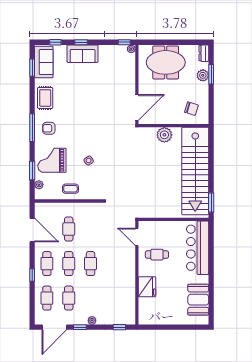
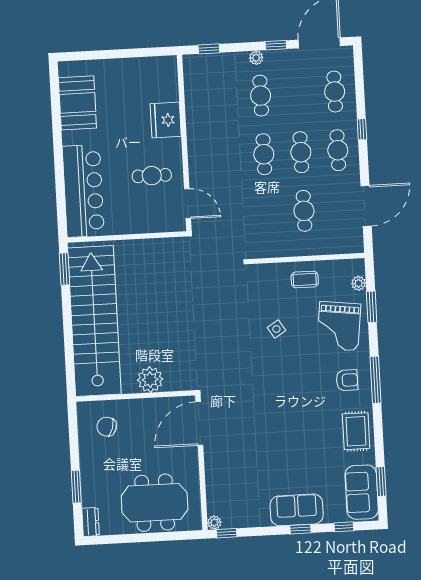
plant: (203, 75) -> (90, 484), removed
grand piano: (52, 160) -> (339, 326), turned 97
door: (32, 230) -> (366, 206), swing flipped
cafe table: (69, 298) -> (261, 96), moved

